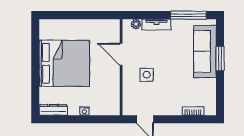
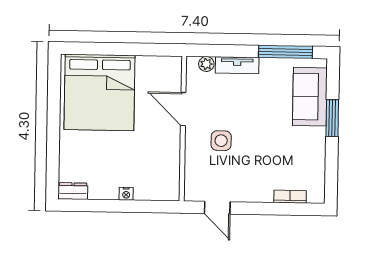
sofa: (205, 52) -> (310, 97), width x0.73
bed: (64, 63) -> (99, 92), moved, turned 90
dresser: (53, 110) -> (73, 191), width x0.70

